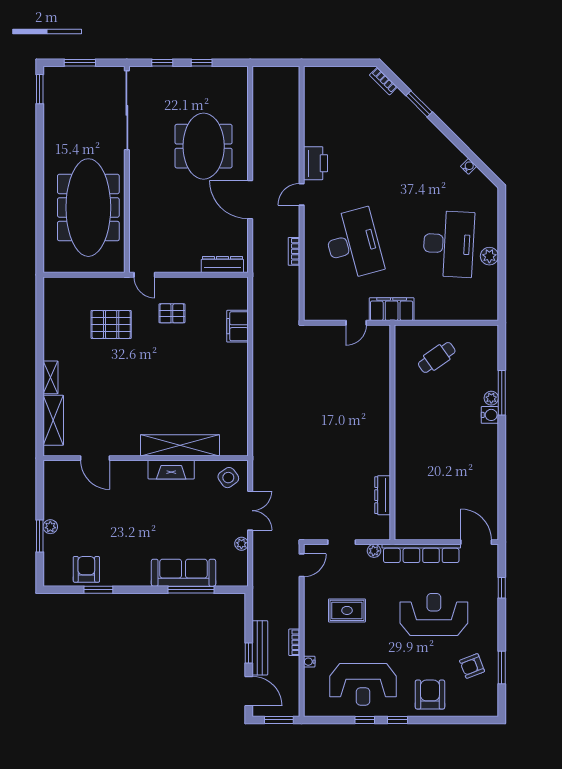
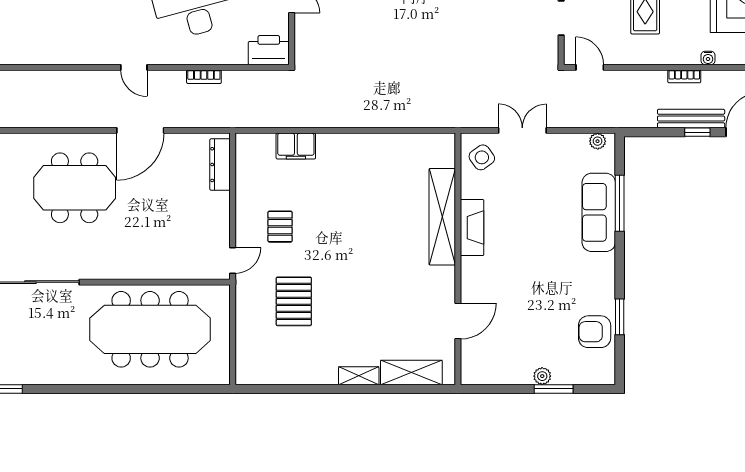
printer: (316, 163) -> (269, 50), moved
plant: (241, 544) -> (598, 141), moved

